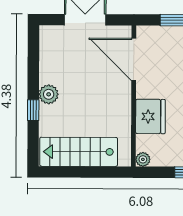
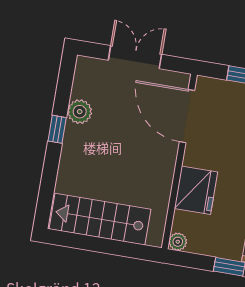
plant: (49, 94) -> (80, 112), moved
window: (33, 110) -> (57, 129), moved

